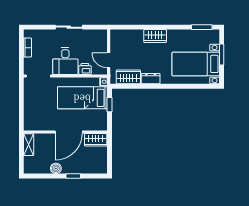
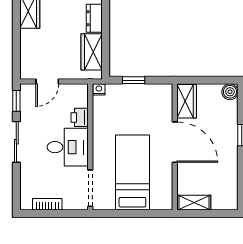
window: (96, 27) -> (16, 101), added
door: (109, 60) -> (47, 82), moved
bed: (82, 98) -> (132, 172), moved, turned 180
boiler: (56, 168) -> (230, 92), moved

